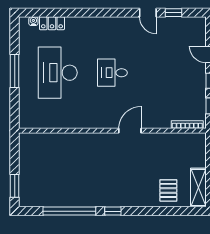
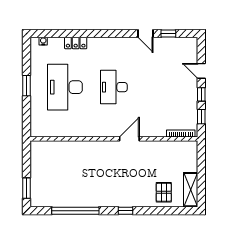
locker: (52, 23) -> (76, 43), moved
window: (15, 71) -> (26, 86), width x0.69
desk: (112, 73) -> (114, 87), width x1.37
window: (113, 211) -> (125, 211), moved

